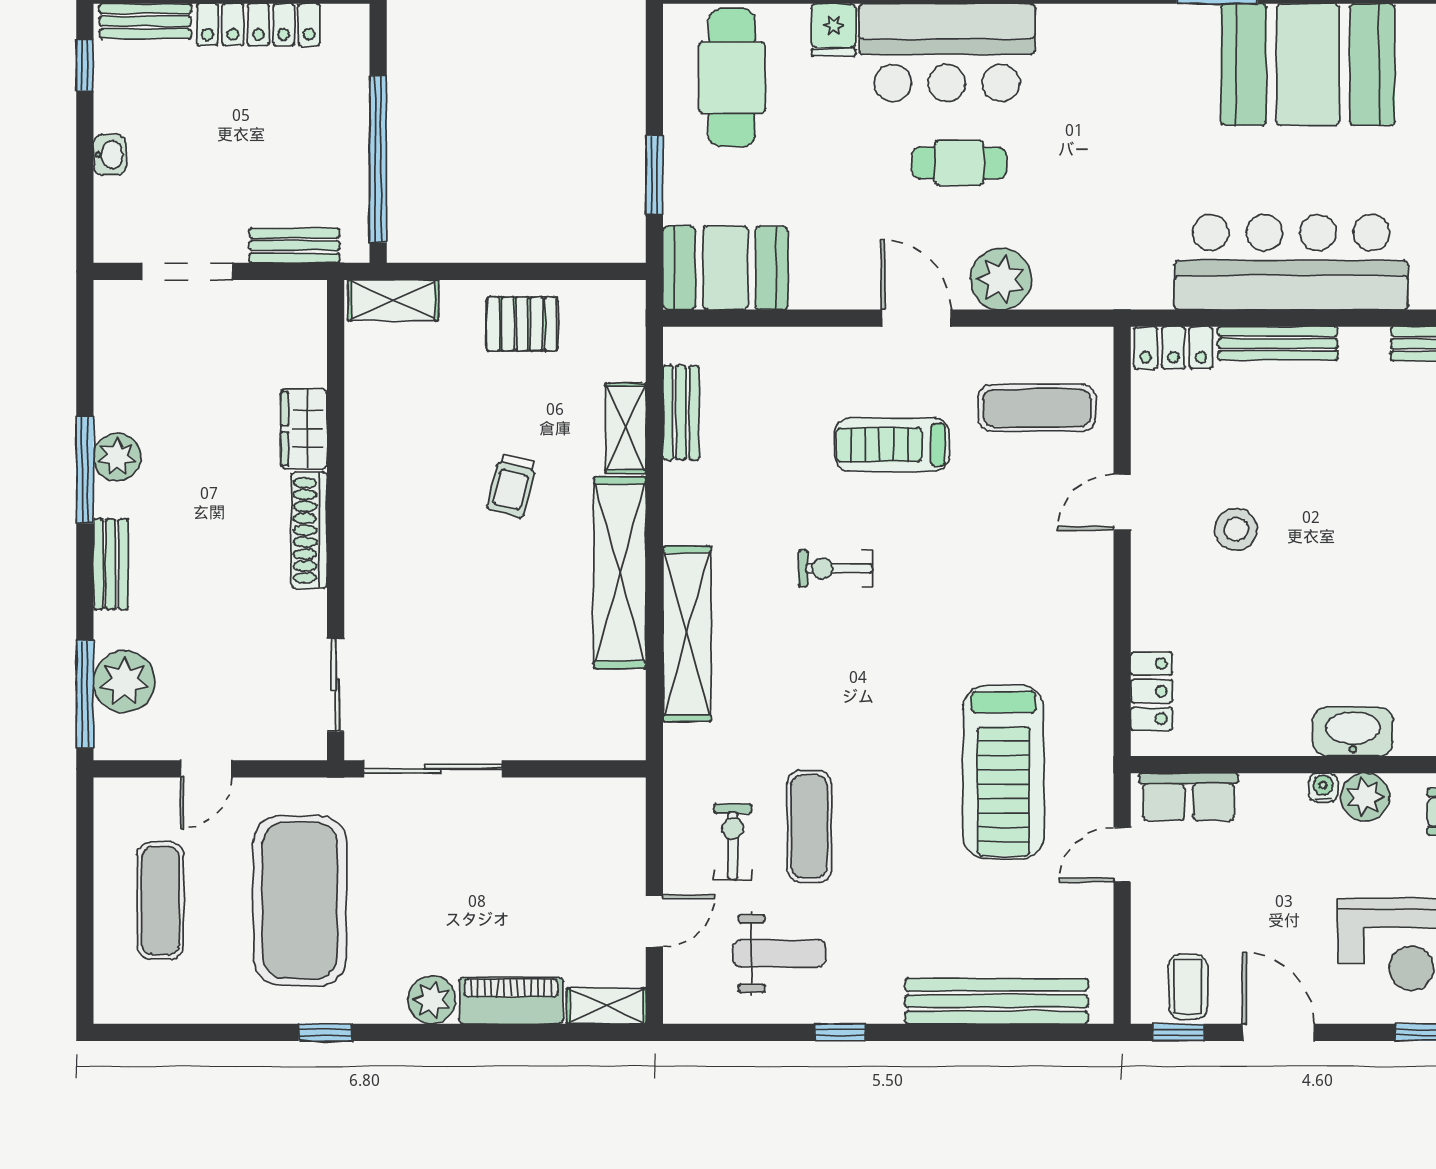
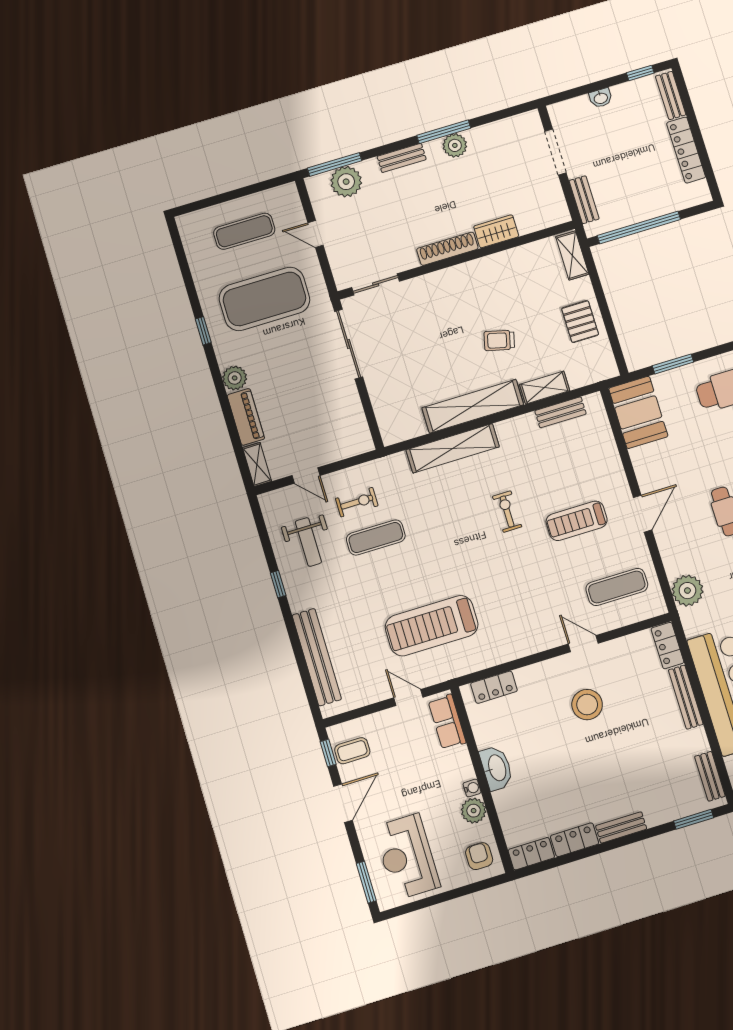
plant: (1001, 279) -> (687, 591), moved
exercise mat: (1037, 408) -> (617, 587), turned 90
treadmill: (892, 445) -> (577, 521), turned -90
stool: (1236, 529) -> (587, 705), width x1.38, depth x1.38
washbasin: (1353, 732) -> (496, 768), moved

